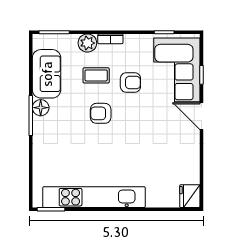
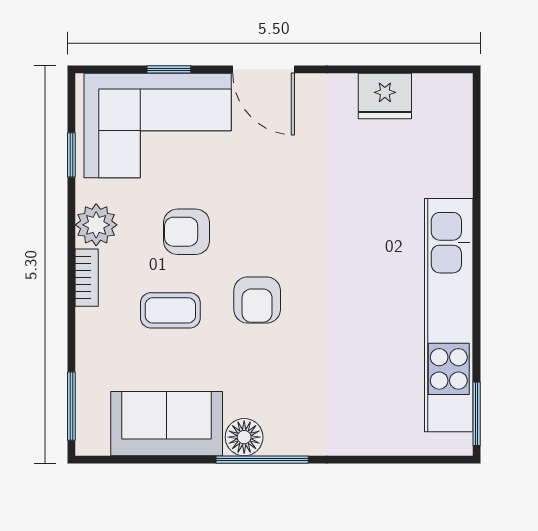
plant: (87, 43) -> (96, 225), moved
coffee table: (96, 75) -> (170, 310), turned 90
armchair: (130, 83) -> (187, 232), turned -90
door: (201, 116) -> (264, 69), hinge flipped
fridge: (190, 196) -> (385, 96), moved

